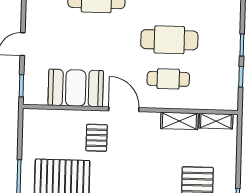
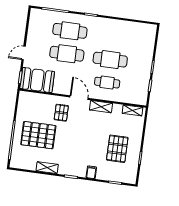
cafe table: (95, 38) -> (67, 54), added
booth: (76, 88) -> (37, 80), moved
shelving: (179, 121) -> (101, 107), moved

